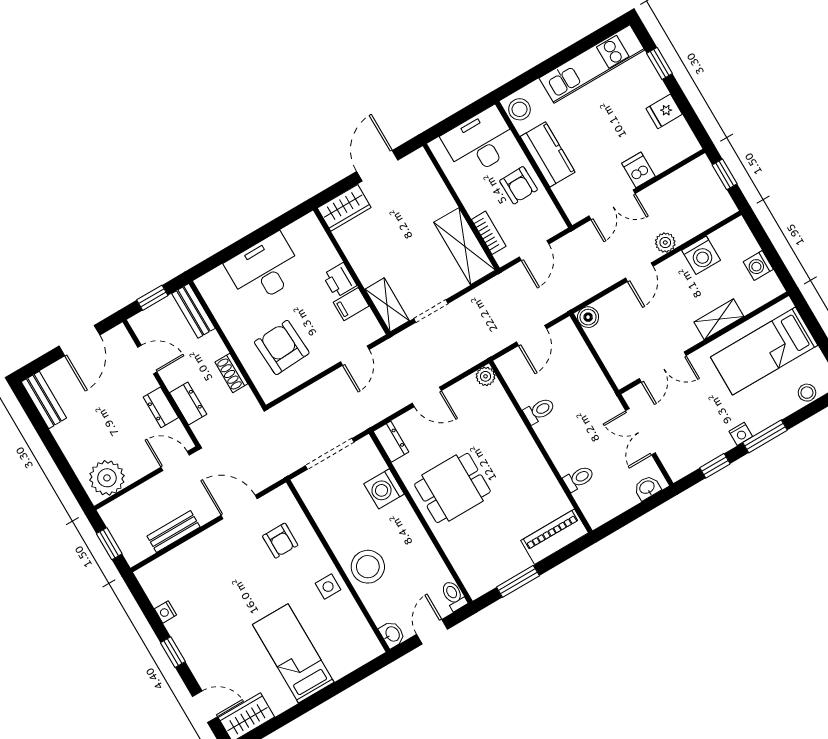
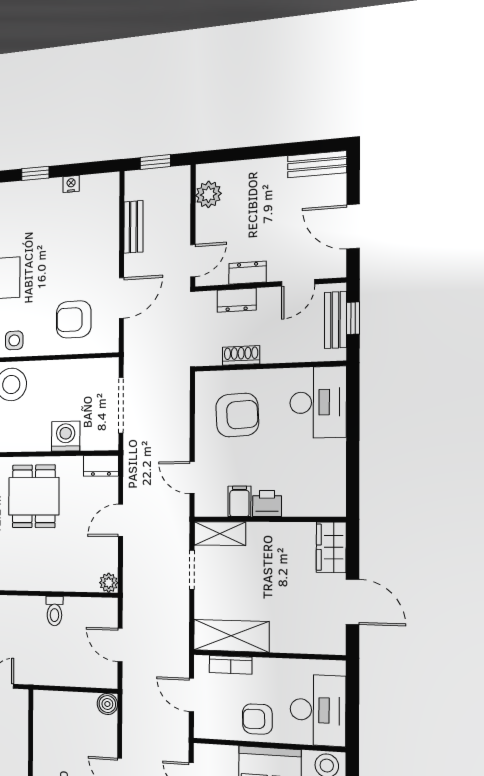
desk: (264, 269) -> (318, 402), moved
bench: (193, 311) -> (335, 320), moved, turned 90
double door: (663, 367) -> (31, 739), removed
plant: (107, 478) -> (208, 194), width x0.73, depth x0.73
armchair: (280, 541) -> (74, 319), width x1.38, depth x1.38

